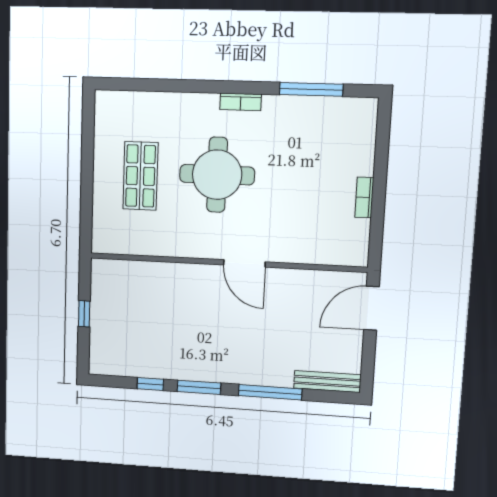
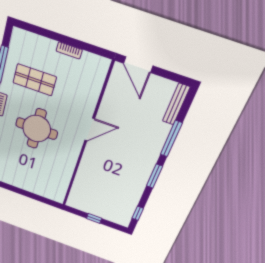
shop shelf: (140, 176) -> (35, 80), moved
window: (150, 384) -> (138, 213), moved

